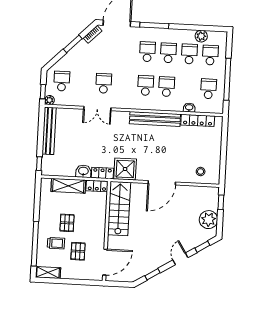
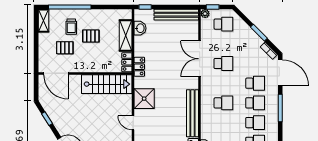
school desk: (167, 87) -> (255, 83), moved
double door: (97, 108) -> (200, 59), width x1.37
shower: (125, 169) -> (144, 99), moved
washbasin: (83, 171) -> (140, 28), moved
door: (162, 183) -> (133, 123), width x0.53

